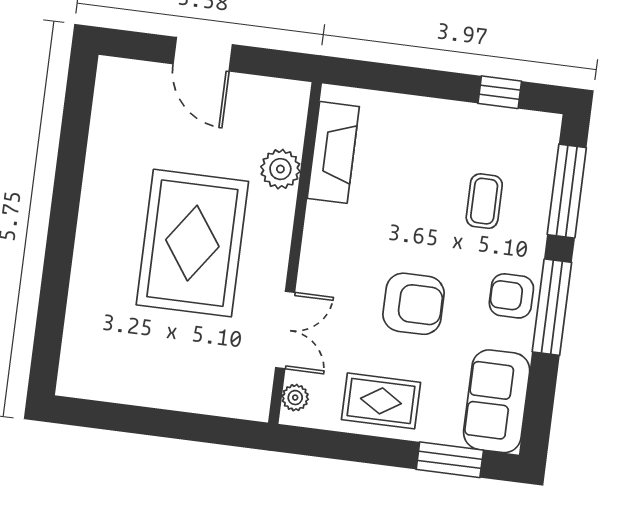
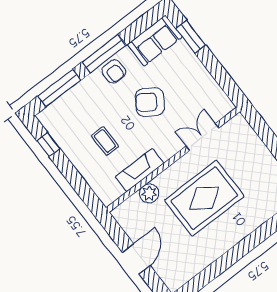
fireplace: (333, 152) -> (140, 170), moved
coffee table: (484, 201) -> (105, 141), moved, turned 90
armchair: (413, 304) -> (150, 102), turned -57
plant: (295, 398) -> (222, 111), removed
rug: (381, 401) -> (194, 80), removed

